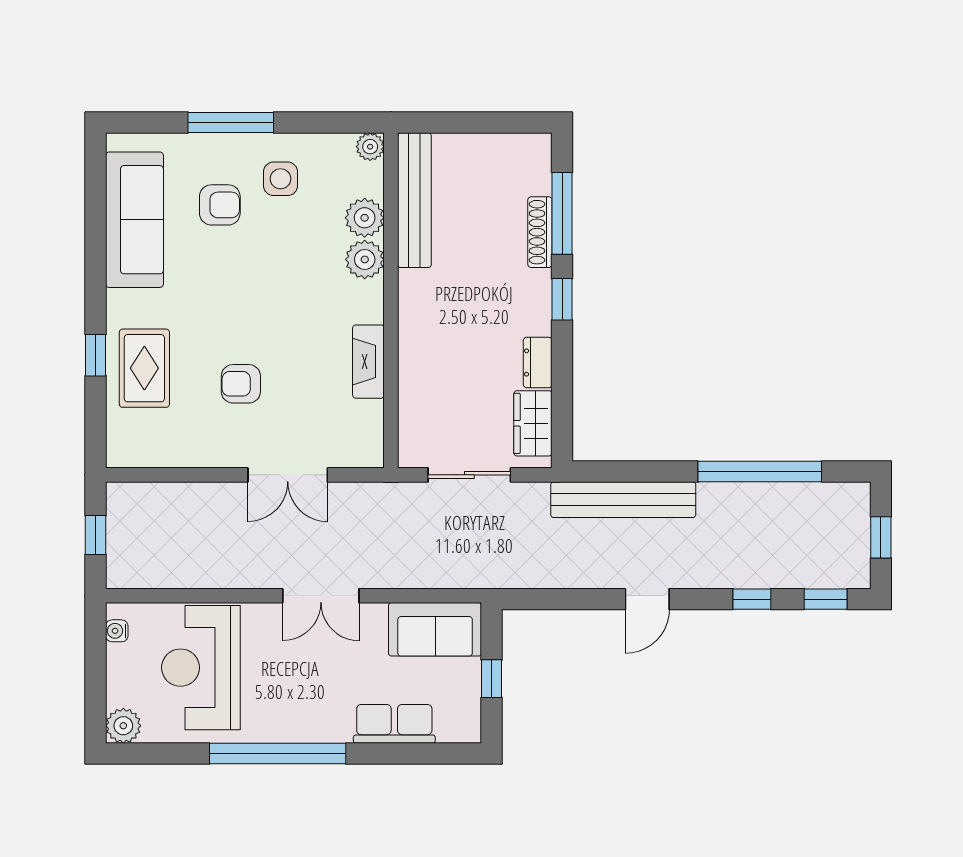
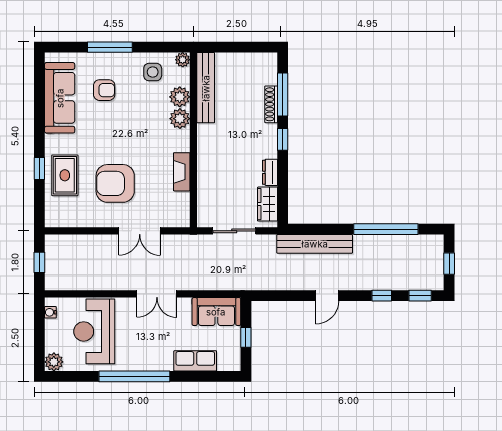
side table: (281, 179) -> (153, 72), moved
armchair: (241, 384) -> (115, 183), width x1.88, depth x1.88

